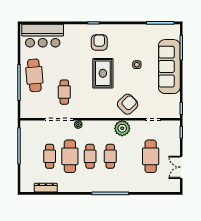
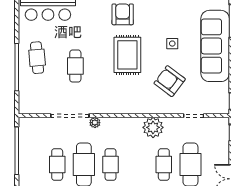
cafe table: (34, 75) -> (37, 58), width x0.73, depth x0.74
cafe table: (64, 92) -> (75, 66), moved
armchair: (128, 104) -> (170, 81), moved, turned -99
cafe table: (110, 156) -> (164, 164), moved

